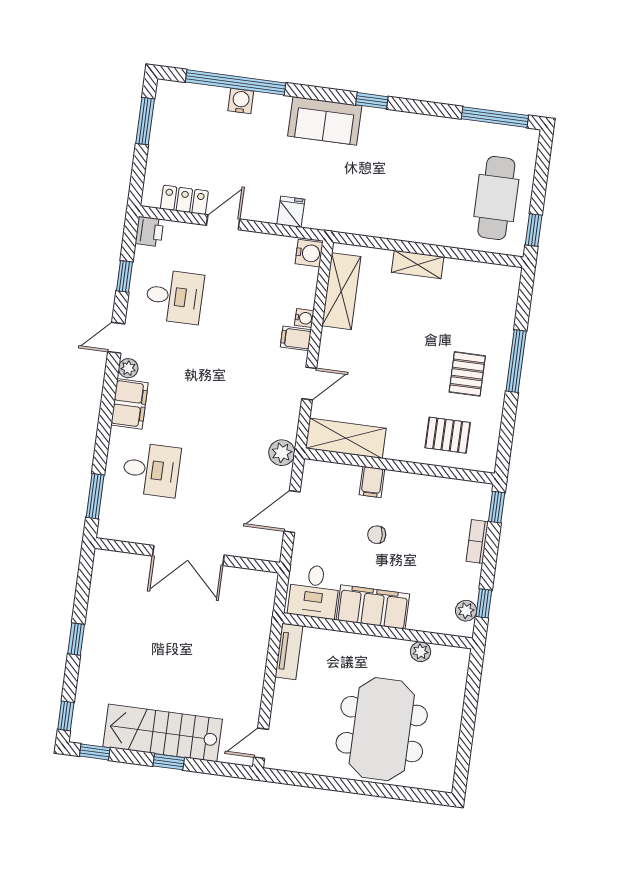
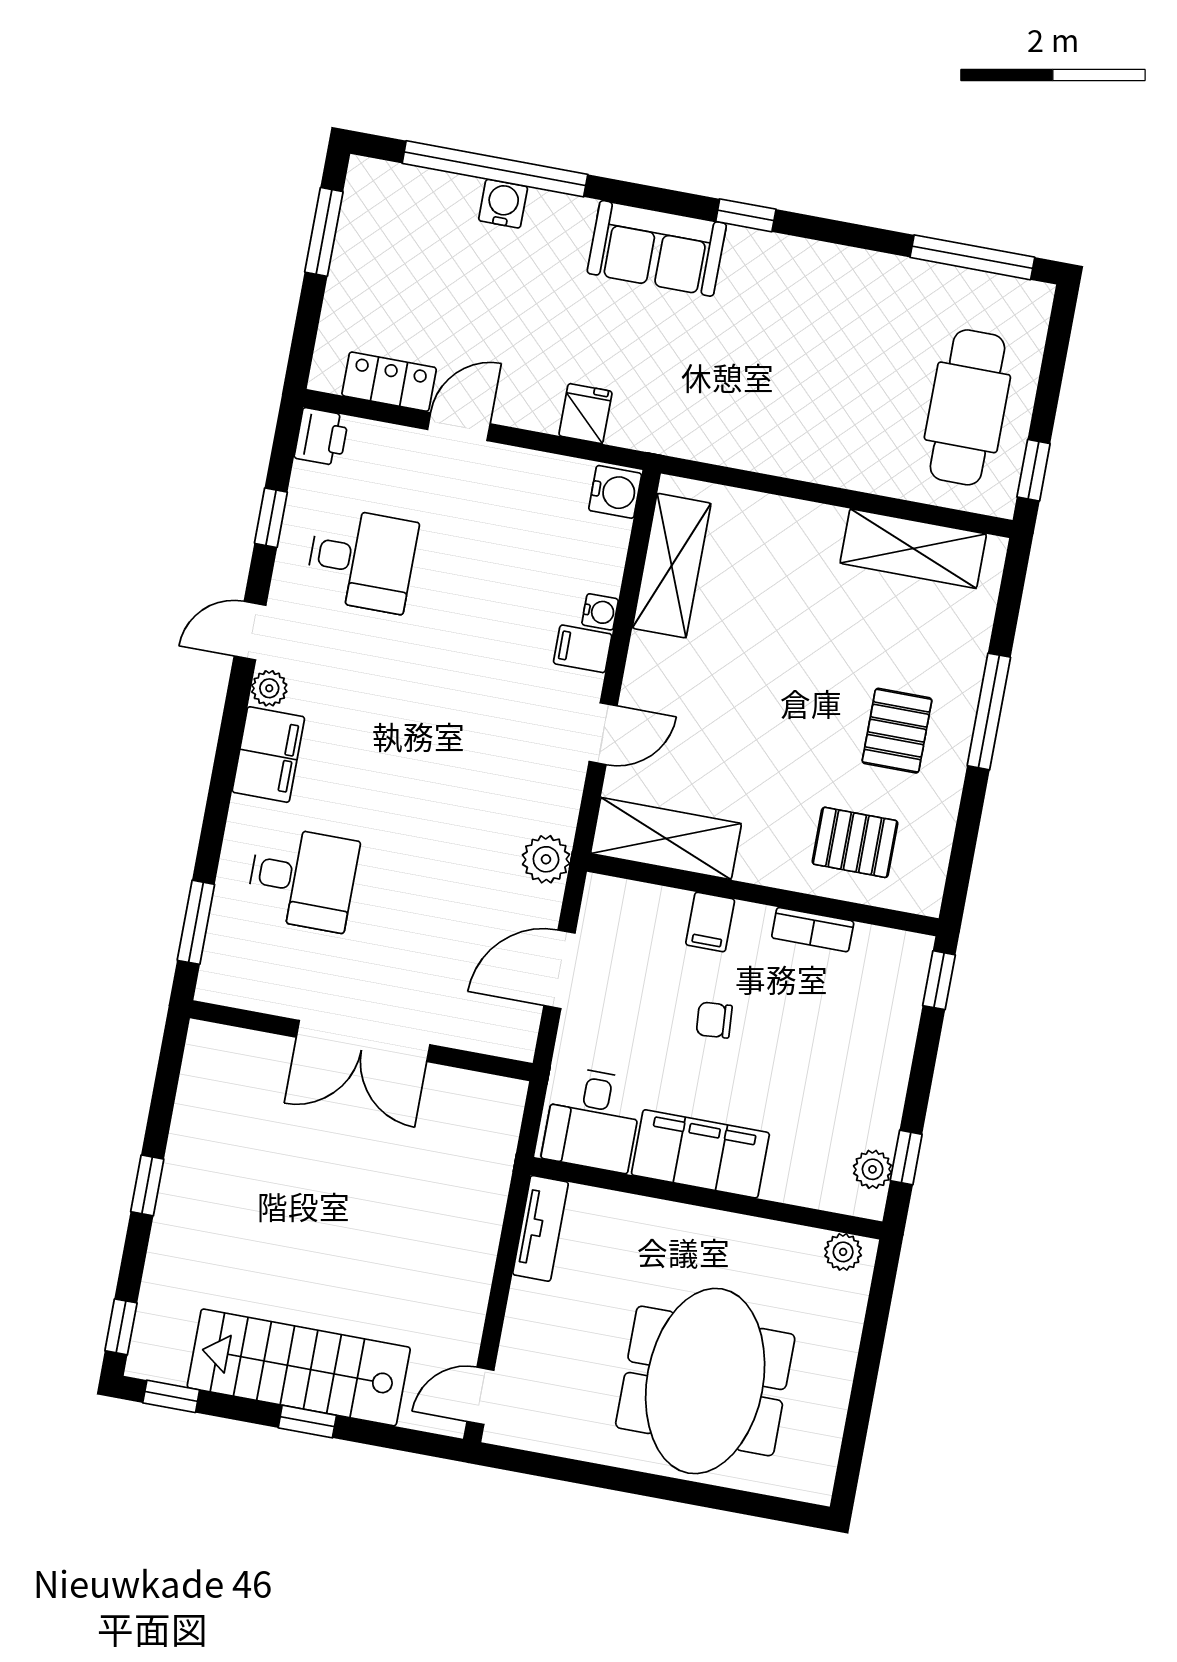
shelving: (418, 265) -> (913, 549), moved, width x1.50, depth x1.33
bookcase: (477, 541) -> (813, 930), moved, turned -90
plant: (421, 652) -> (843, 1252), moved

